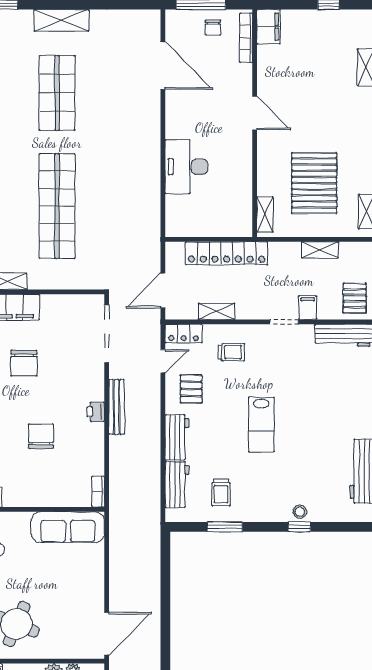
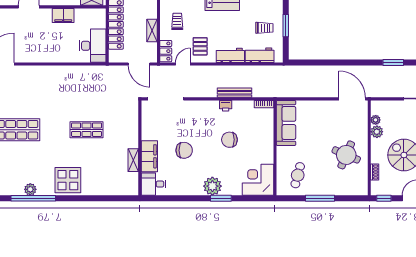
desk: (186, 167) -> (93, 46), moved, turned -90
filing cabinet: (241, 168) -> (63, 16), added
shop shelf: (57, 206) -> (87, 130), width x0.50, depth x0.74
door: (163, 361) -> (183, 64), hinge flipped
pallet: (191, 389) -> (200, 46), turned 90
bench: (117, 407) -> (235, 93), moved
printer: (96, 412) -> (226, 106), moved

